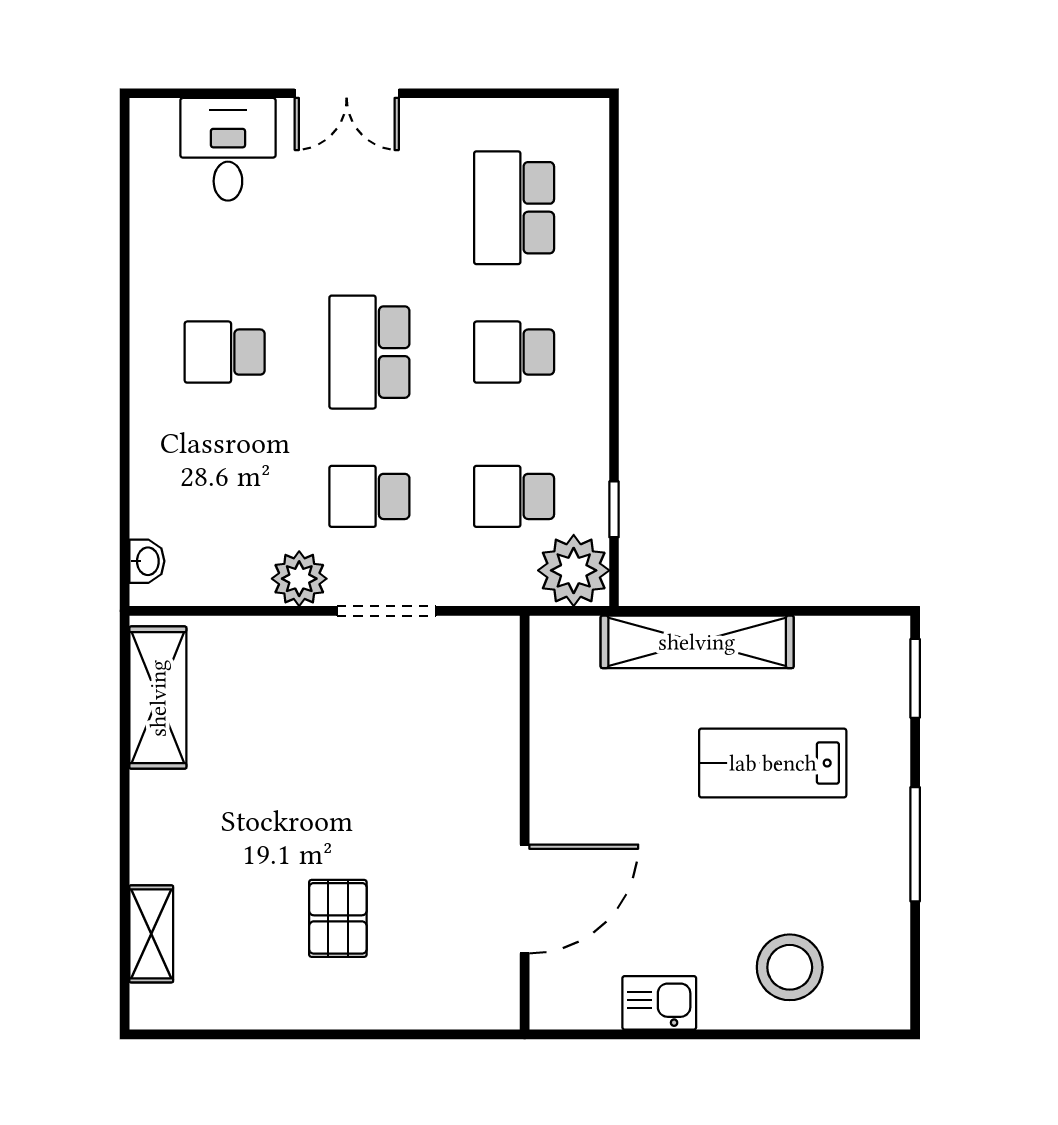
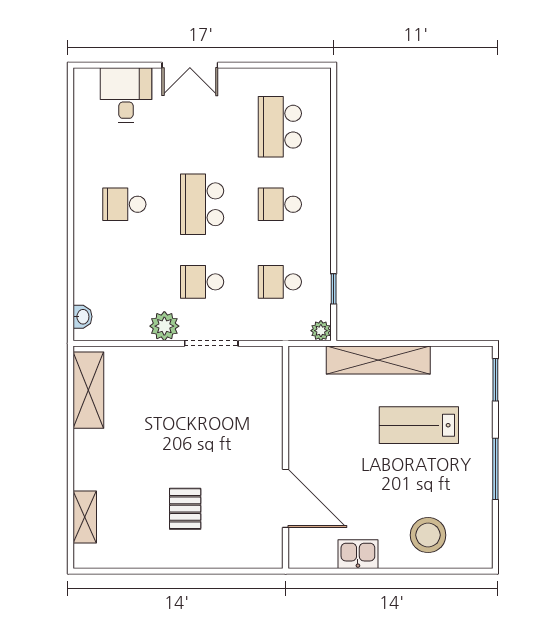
plant: (574, 570) -> (321, 331), width x0.53, depth x0.53
door: (525, 899) -> (286, 498), hinge flipped

